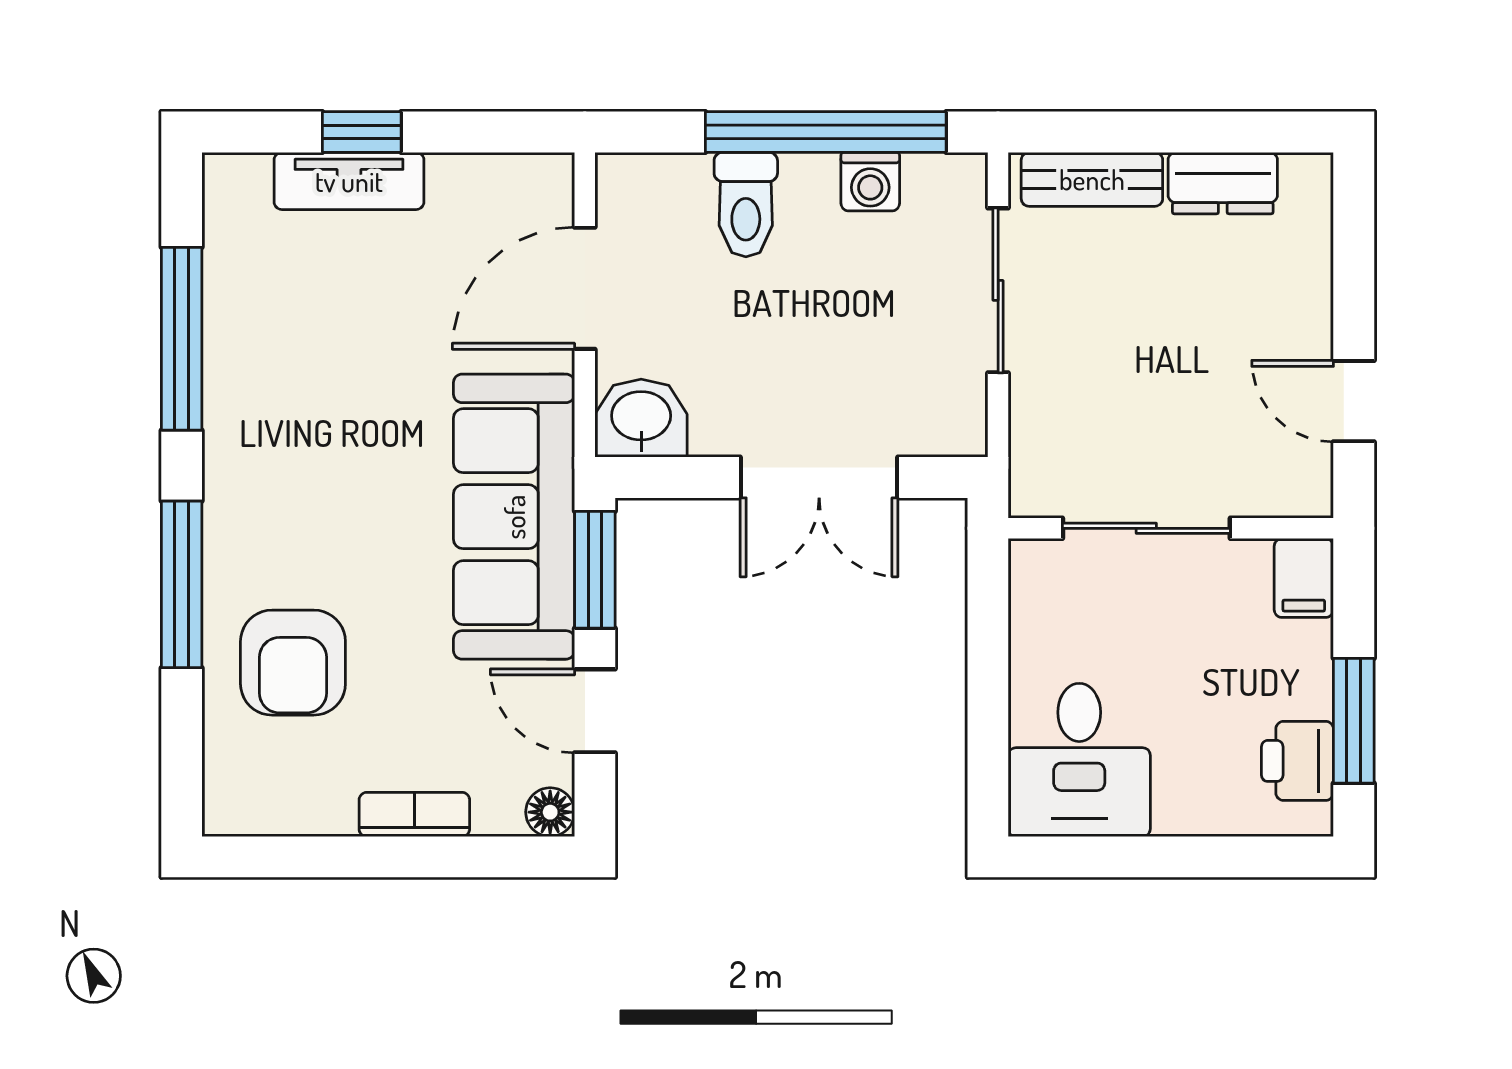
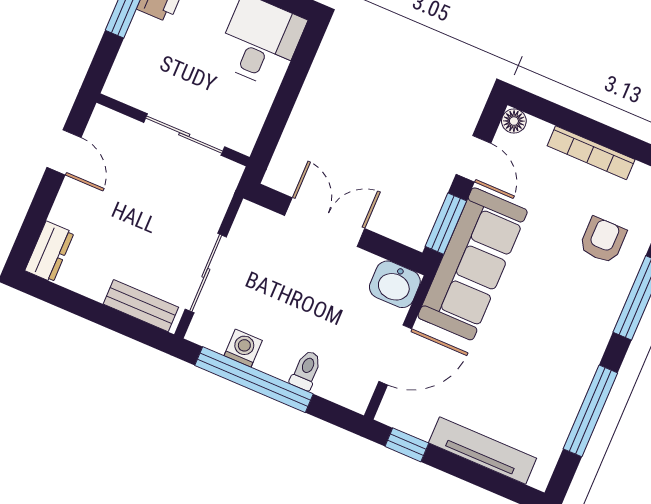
window: (362, 132) -> (407, 445), moved
tv unit: (349, 181) -> (483, 451), width x1.41
dresser: (1223, 183) -> (49, 252), moved, turned 90
toilet: (746, 205) -> (306, 370), width x0.73, depth x0.72
filing cabinet: (1304, 578) -> (122, 81), removed
armchair: (293, 663) -> (603, 240), width x0.72, depth x0.72
bookcase: (414, 814) -> (591, 153), width x1.56

